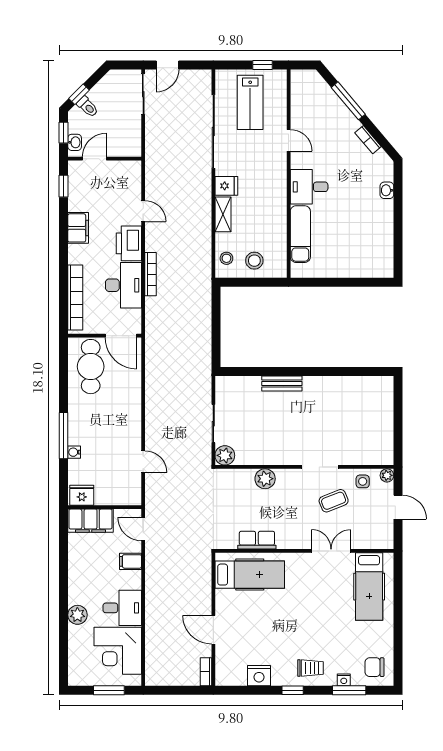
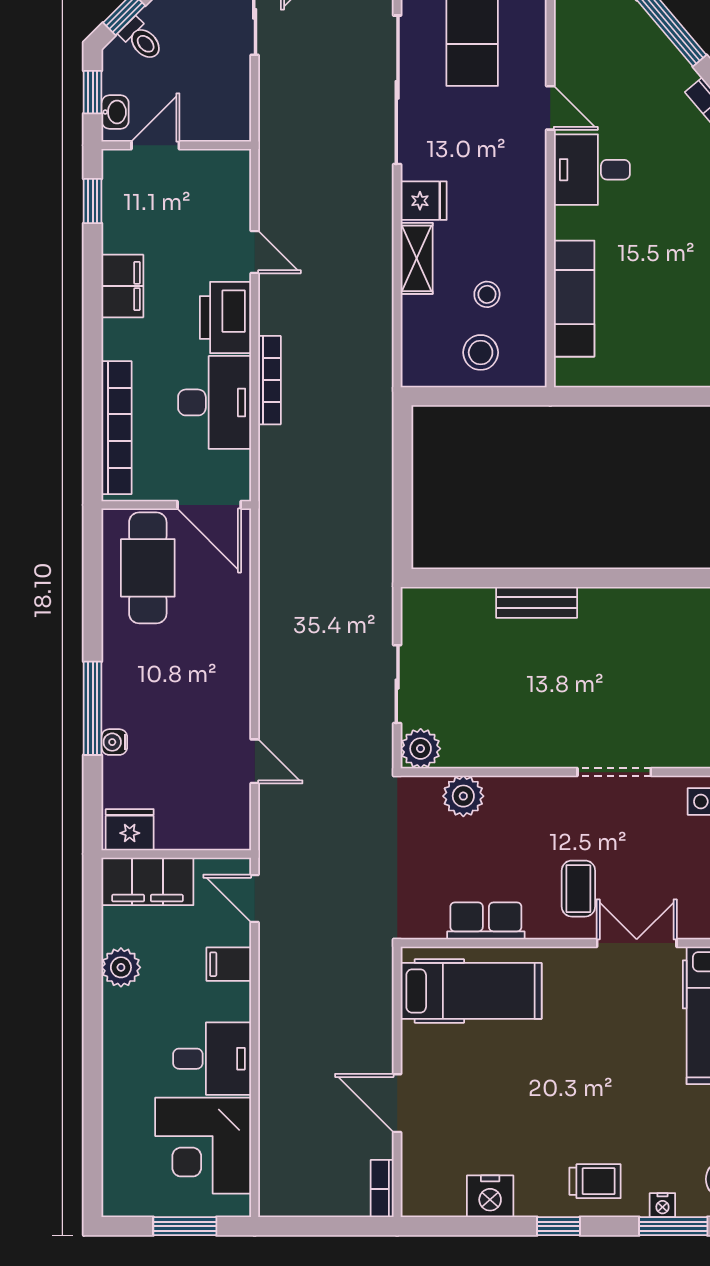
desk: (309, 187) -> (592, 170), moved
stool: (226, 258) -> (487, 294), moved
plant: (265, 479) -> (463, 796), moved
coffee table: (334, 501) -> (578, 889), moved, turned -68
plant: (77, 615) -> (121, 967), moved

